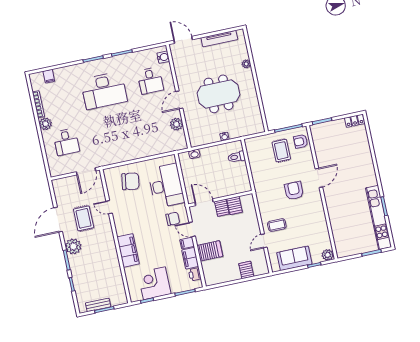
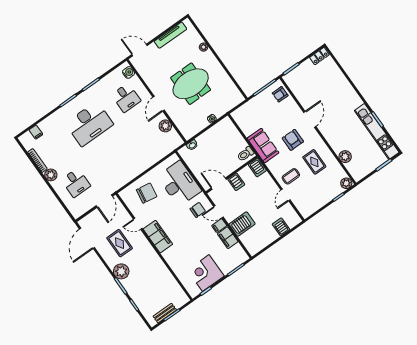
rug: (281, 151) -> (314, 162), moved
toilet: (236, 157) -> (245, 154), moved
server rack: (235, 205) -> (257, 167), moved
door: (58, 220) -> (87, 238), moved
plant: (338, 229) -> (345, 157), added
filing cabinet: (128, 250) -> (158, 237), moved
sofa: (294, 258) -> (263, 146), moved, turned 90
printer: (195, 274) -> (238, 250), removed

